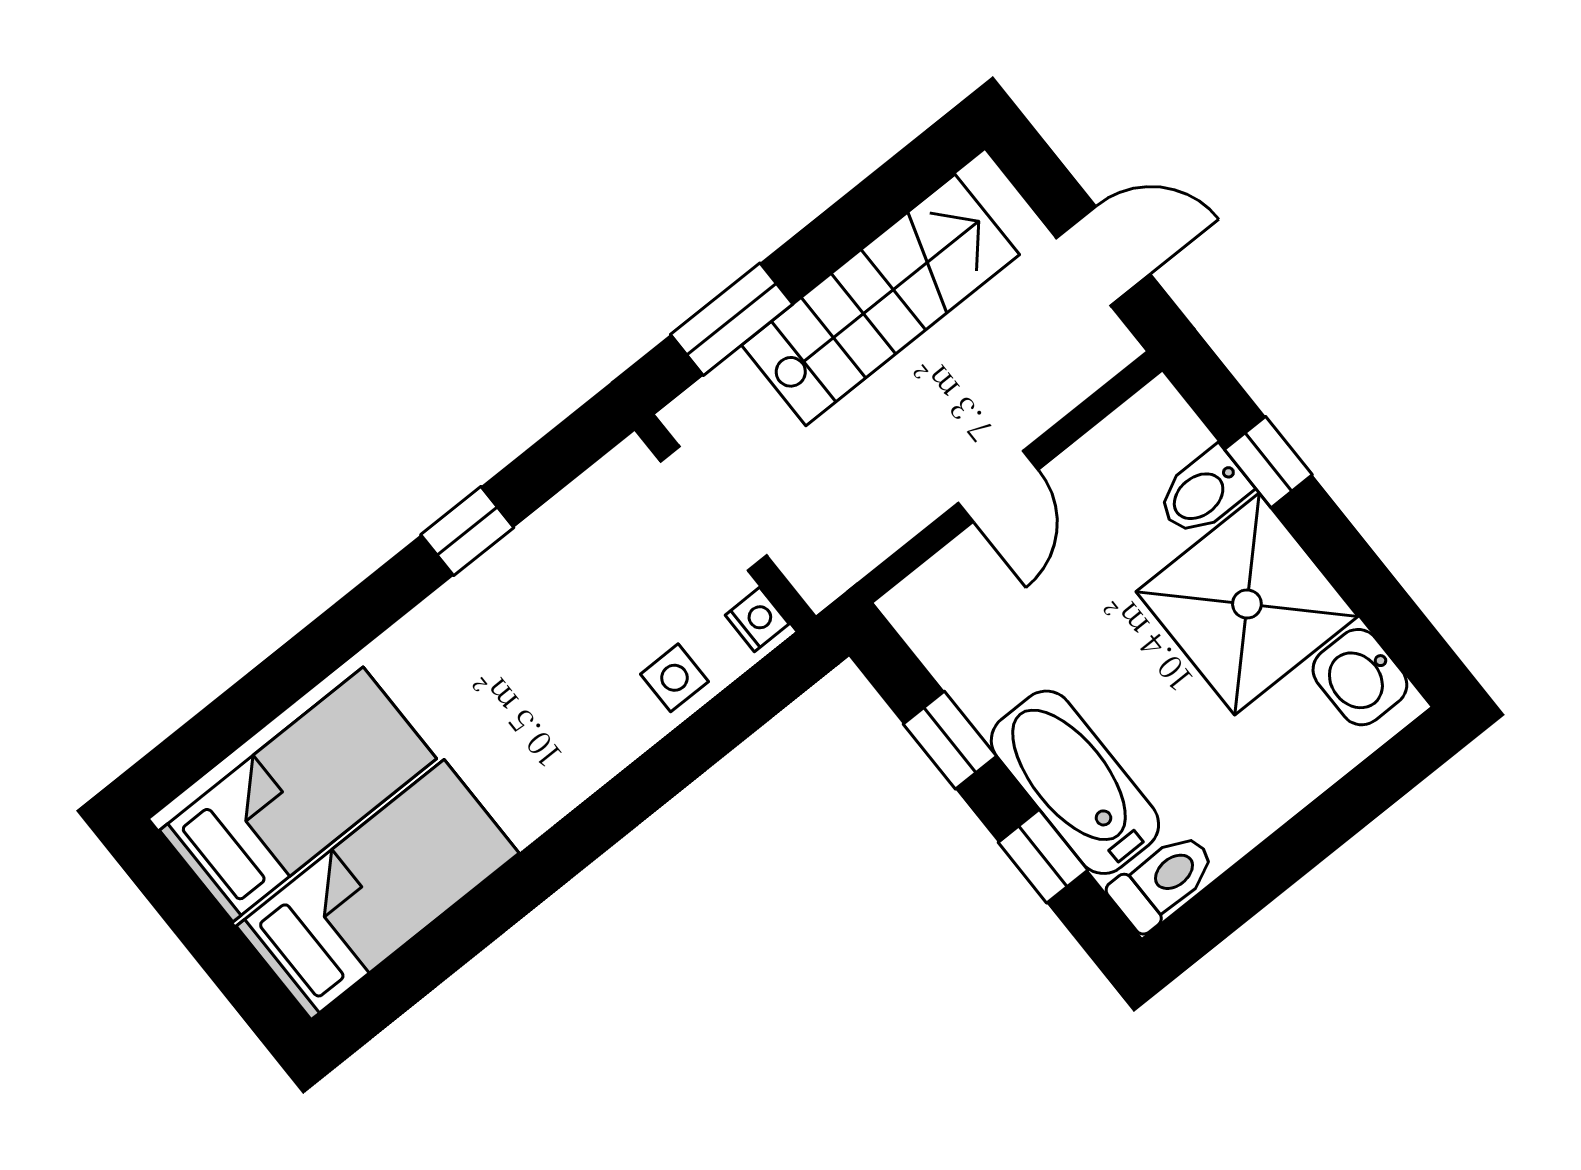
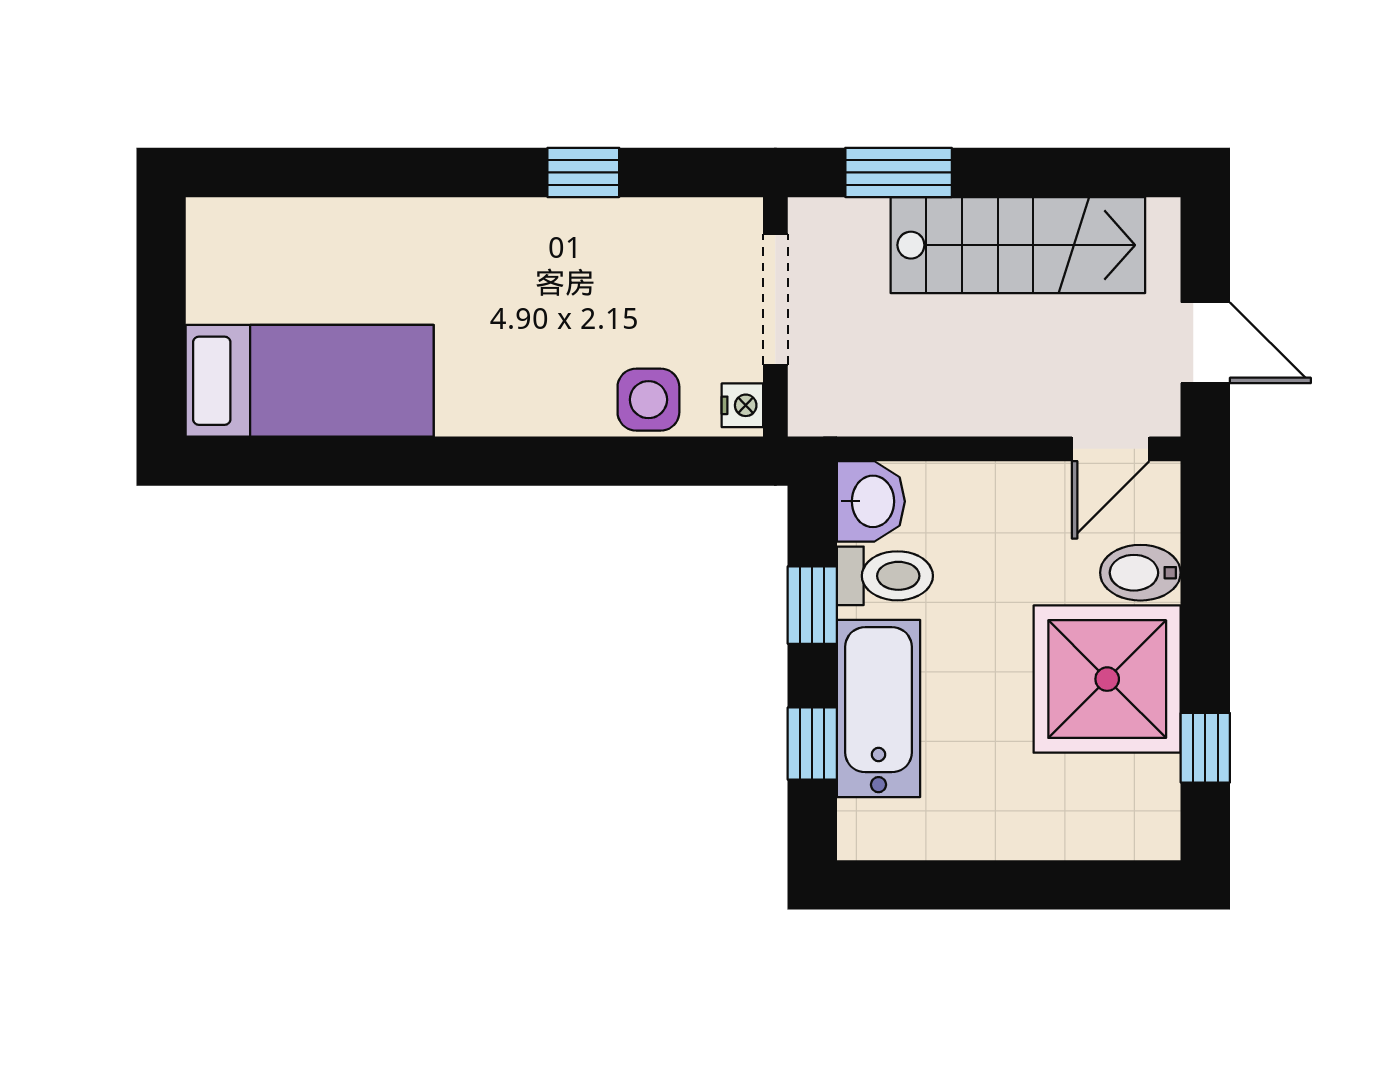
window: (1268, 462) -> (1205, 748), moved
door: (998, 486) -> (1111, 449), moved
washbasin: (1360, 677) -> (871, 501), moved, turned 180
side table: (674, 678) -> (648, 400), width x1.37, depth x1.37
bed: (298, 794) -> (307, 265), removed
toilet: (1163, 881) -> (885, 576), moved

